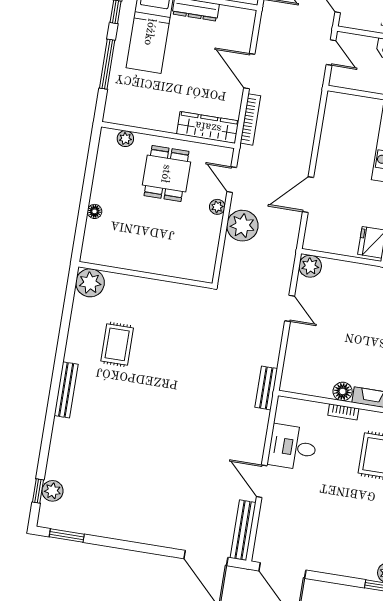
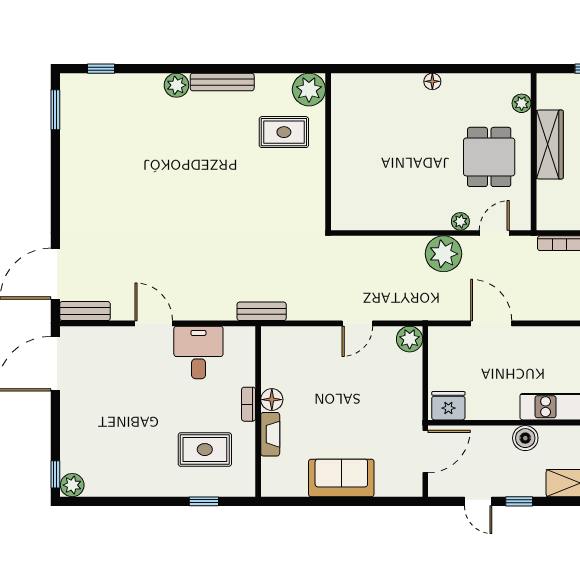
wardrobe: (208, 127) -> (550, 144), moved
dining table: (166, 174) -> (489, 157), turned 90
wall: (145, 275) -> (328, 152), moved
plant: (90, 283) -> (309, 90), moved
door: (262, 481) -> (154, 323), hinge flipped
plant: (53, 491) -> (176, 85), moved
bench: (243, 530) -> (85, 311), width x0.73

